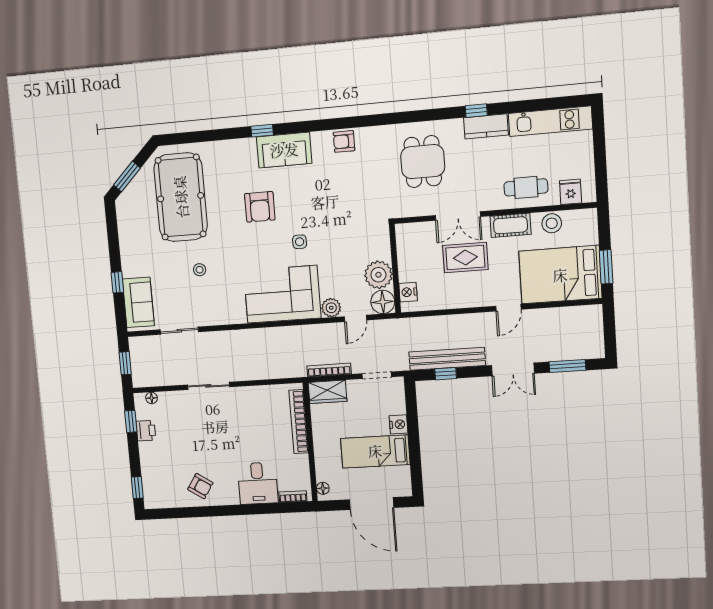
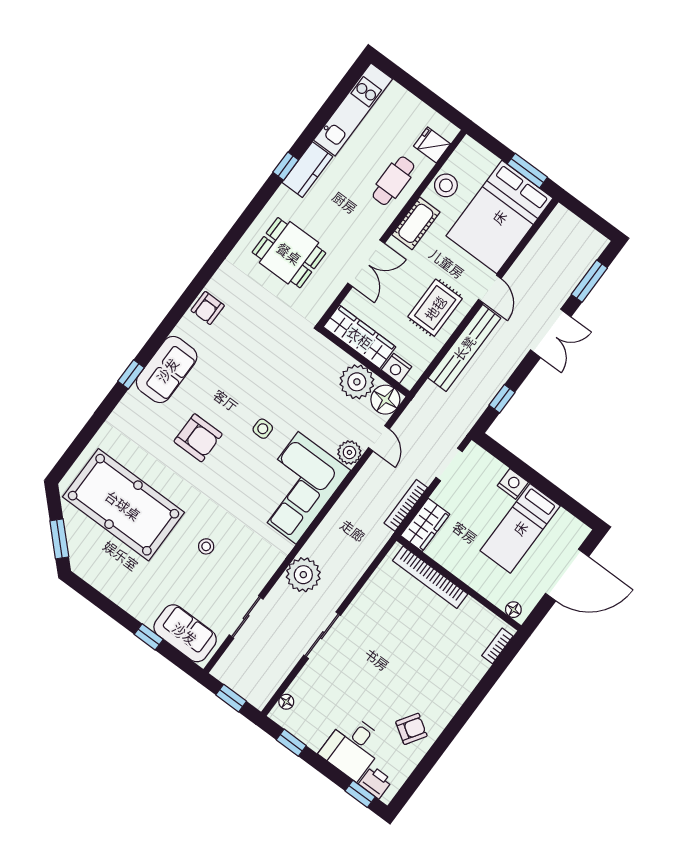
wardrobe: (408, 252) -> (360, 337), added
rug: (465, 258) -> (435, 308), moved
plant: (234, 343) -> (303, 575), added
bench: (447, 359) -> (464, 348), moved
printer: (146, 431) -> (375, 782), moved
desk: (258, 483) -> (353, 747), moved, turned 90

